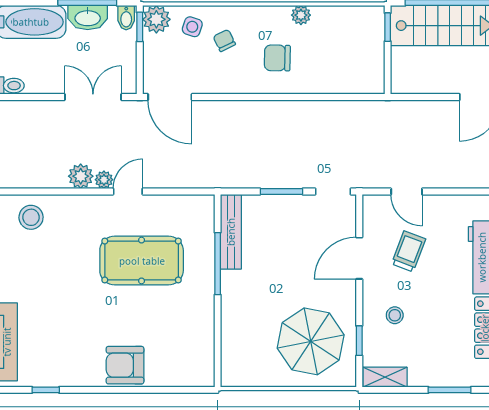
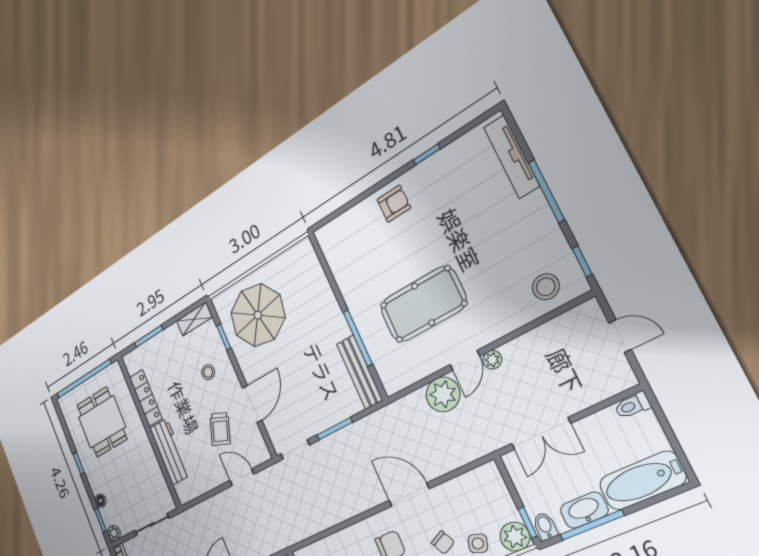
door: (170, 97) -> (409, 495), moved
plant: (81, 176) -> (443, 394), moved, width x1.36, depth x1.36
armchair: (125, 365) -> (394, 204), width x0.72, depth x0.72
window: (46, 390) -> (427, 154), moved

